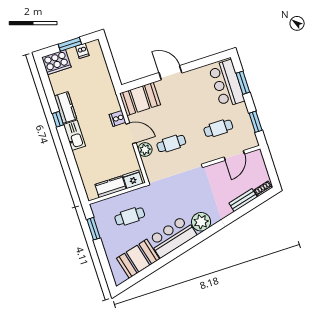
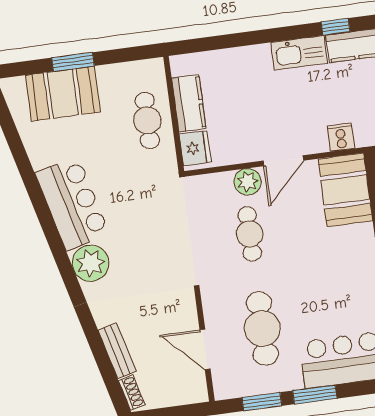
window: (243, 83) -> (315, 395), moved
cooker: (118, 118) -> (341, 137), moved
cafe table: (218, 128) -> (262, 329), width x1.37, depth x1.35
cafe table: (130, 216) -> (147, 120), moved
window: (93, 229) -> (73, 62), moved
booth: (138, 259) -> (63, 94), moved, turned -76

